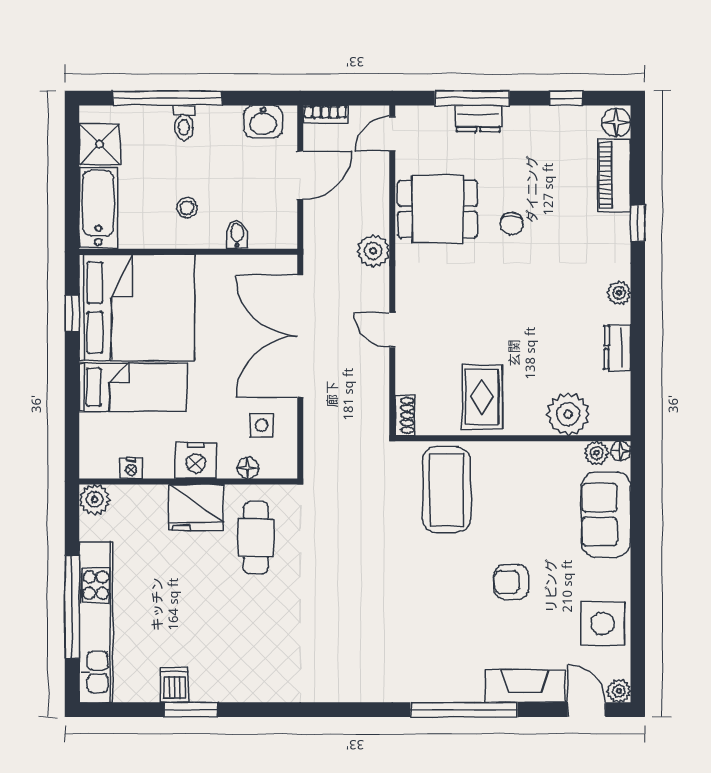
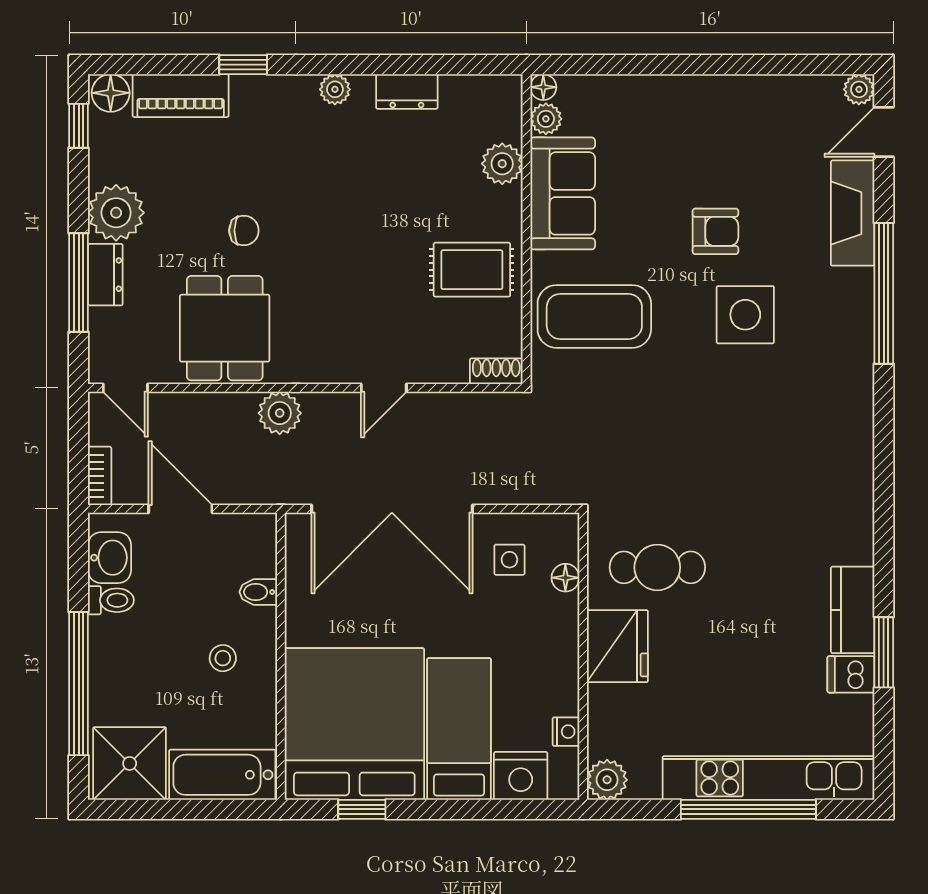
window: (566, 98) -> (79, 126), moved
toilet: (184, 123) -> (111, 600), moved
plant: (525, 127) -> (116, 213), added
shower: (100, 144) -> (130, 763), width x1.36, depth x1.36
plant: (568, 414) -> (502, 164), width x0.73, depth x0.73
nightstand: (196, 460) -> (521, 776), moved, turned 90
sofa: (606, 514) -> (563, 193), moved, turned -90
armchair: (511, 582) -> (715, 231), turned -90
side table: (603, 623) -> (745, 315), moved
kitchen counter: (224, 686) -> (853, 610), added

